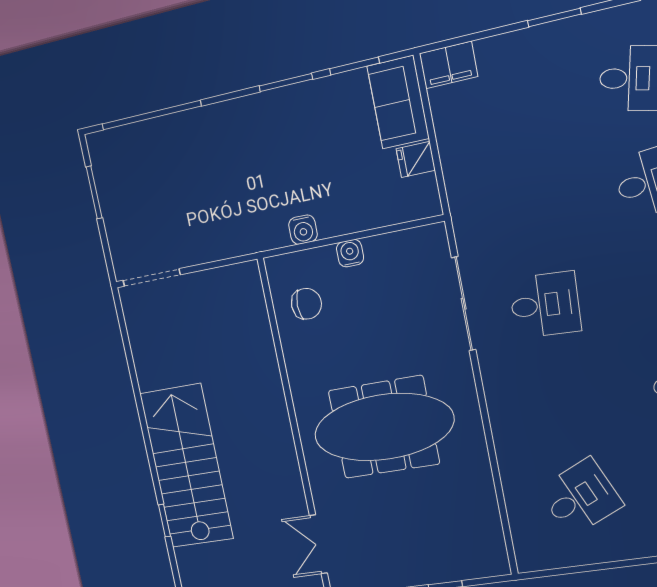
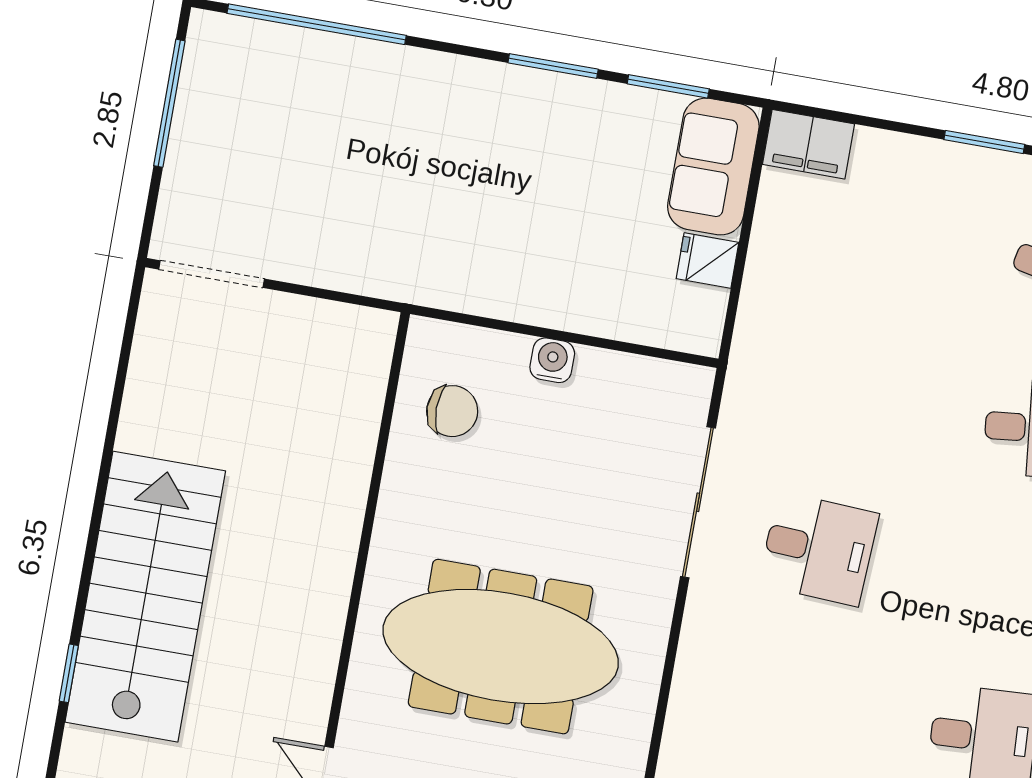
window: (94, 192) -> (169, 103), width x1.44
water cooler: (303, 230) -> (492, 296), removed

